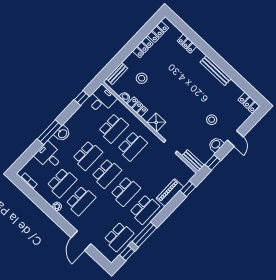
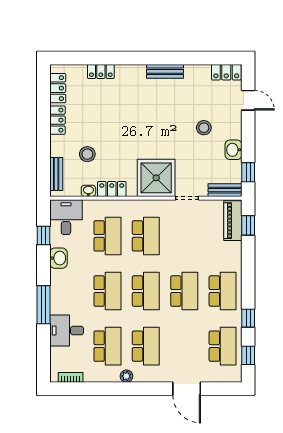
bench: (216, 71) -> (165, 71), width x0.73
shower: (156, 122) -> (156, 178), width x1.86, depth x1.86
washbasin: (62, 133) -> (58, 258), moved
door: (235, 139) -> (248, 100), moved
piano: (170, 193) -> (233, 221), moved
window: (144, 235) -> (248, 318), width x0.46

